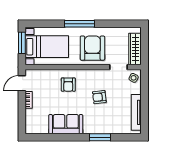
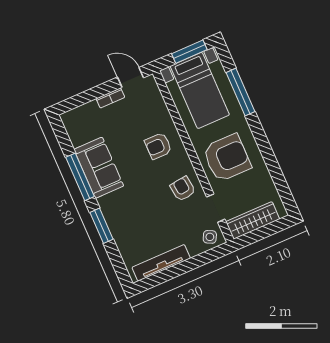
window: (80, 24) -> (240, 92), moved
armchair: (99, 97) -> (183, 189), moved
window: (66, 137) -> (80, 177), added

